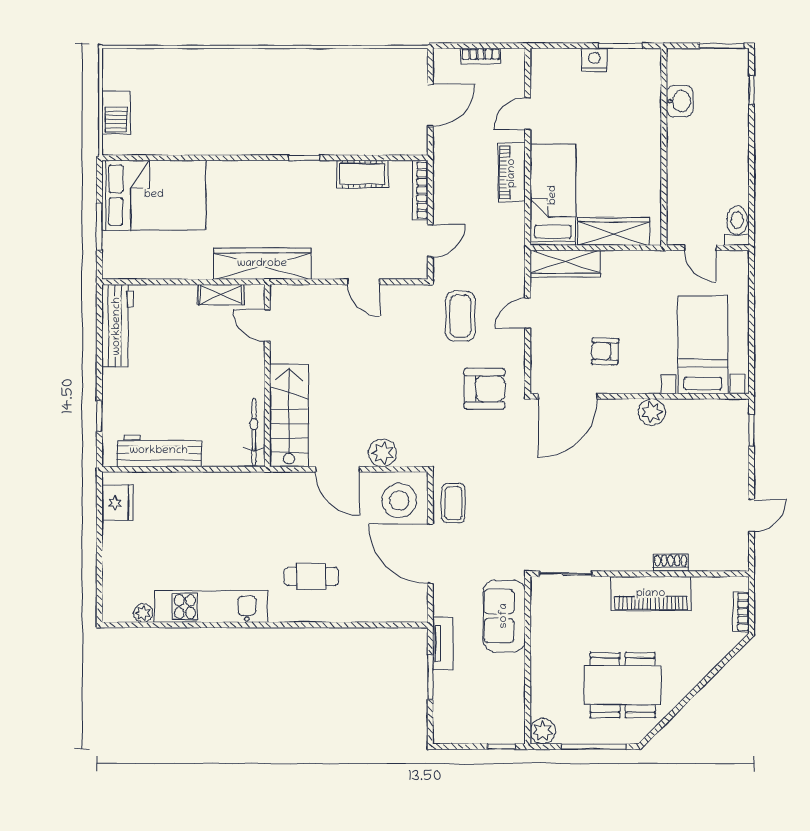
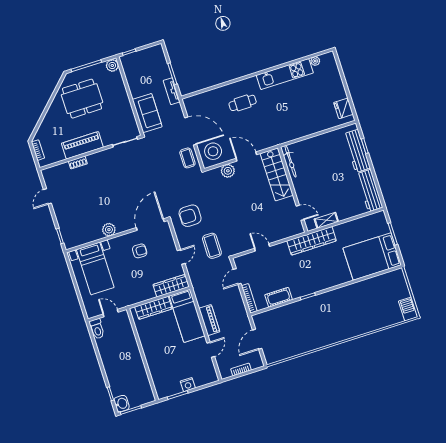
washbasin: (680, 101) -> (122, 404), moved, turned 180
barbecue: (116, 113) -> (408, 309), moved
workbench: (159, 451) -> (357, 151), moved, turned 90

